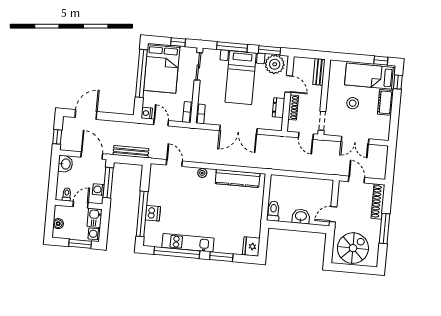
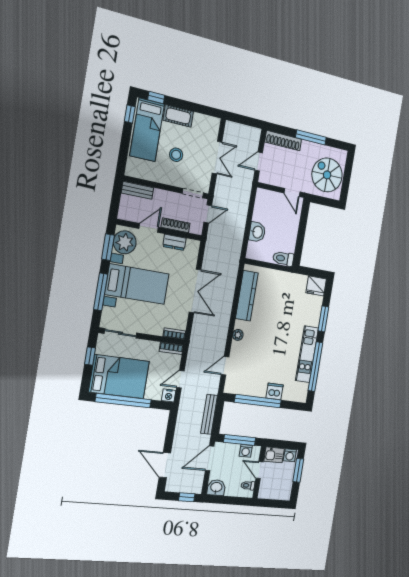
window: (142, 214) -> (258, 401), moved
washbasin: (301, 216) -> (257, 232), moved, turned 180
boiler: (58, 224) -> (276, 494), removed

